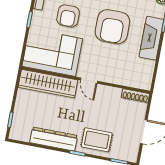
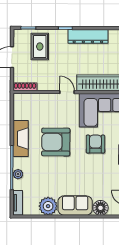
armchair: (112, 27) -> (56, 142), turned -90
rug: (97, 140) -> (40, 46), moved, turned 90

